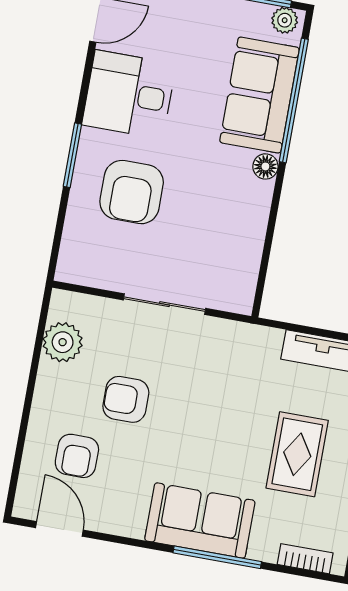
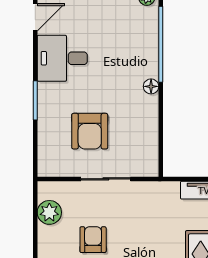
sofa: (259, 95) -> (140, 45), removed
armchair: (132, 192) -> (90, 131), moved
armchair: (126, 399) -> (93, 240), turned 90

